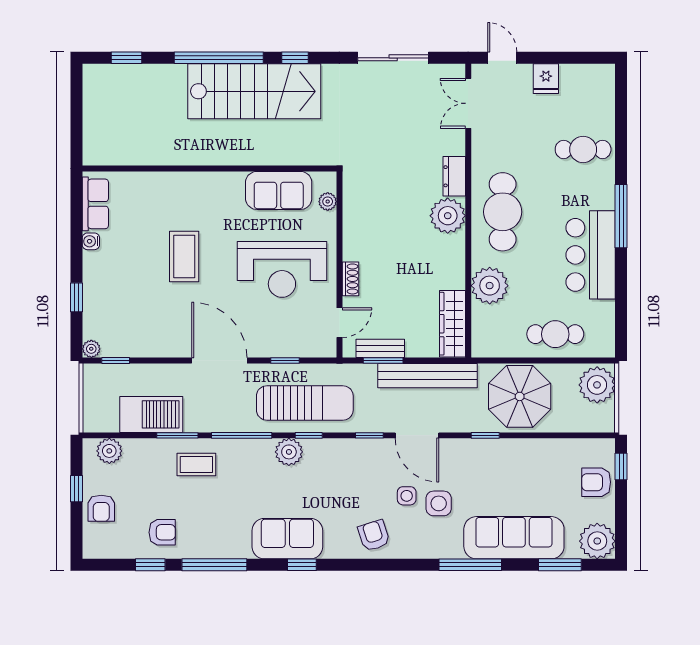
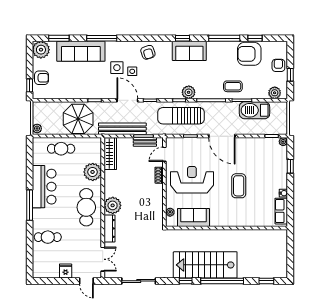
dresser: (454, 176) -> (109, 228), width x1.44
plant: (597, 385) -> (37, 128), width x0.53, depth x0.53
armchair: (162, 532) -> (249, 54), width x1.88, depth x1.88

